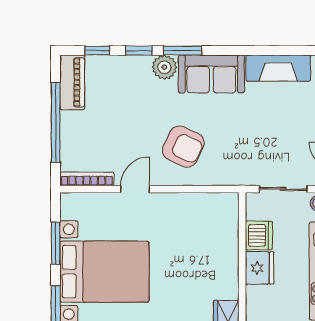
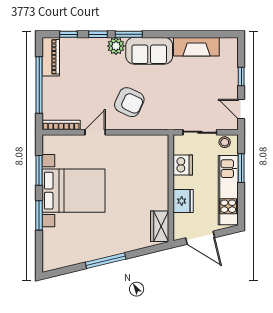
fridge: (259, 268) -> (183, 201), moved

